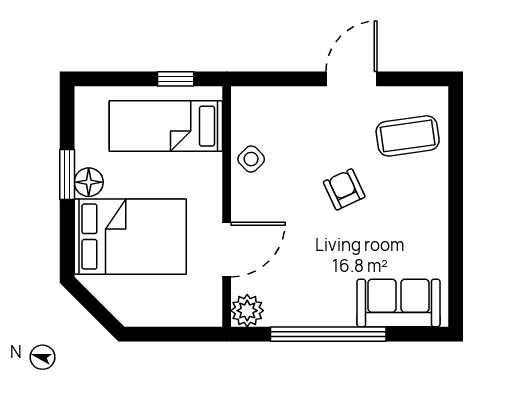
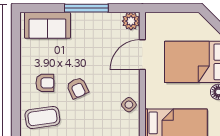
armchair: (403, 198) -> (45, 83), added
window: (328, 334) -> (86, 8), width x0.68

